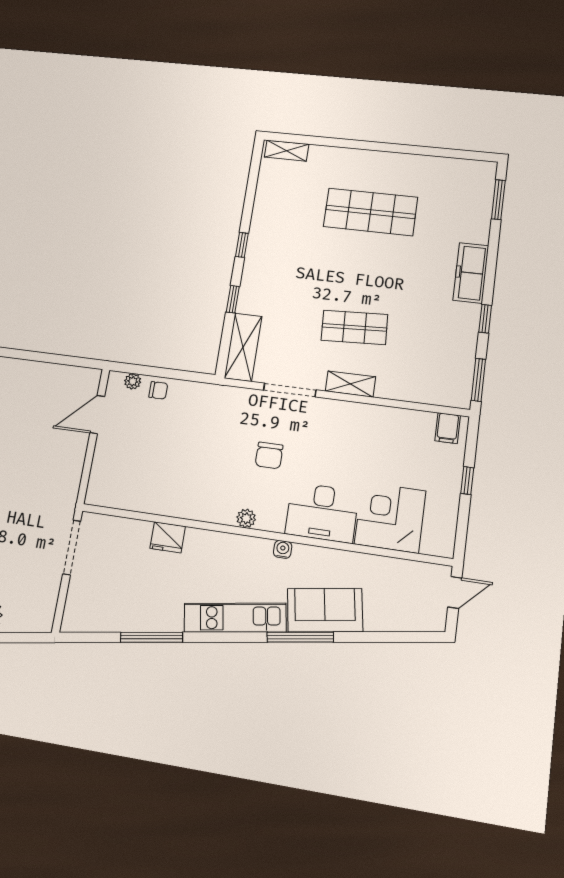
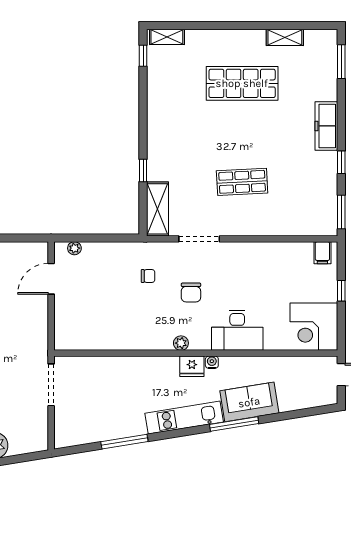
window: (242, 245) -> (143, 56), moved
shelving: (350, 384) -> (285, 37), moved
chair: (158, 390) -> (148, 276), moved
corner desk: (390, 517) -> (314, 327), moved, turned -90
fridge: (168, 537) -> (192, 366), moved

